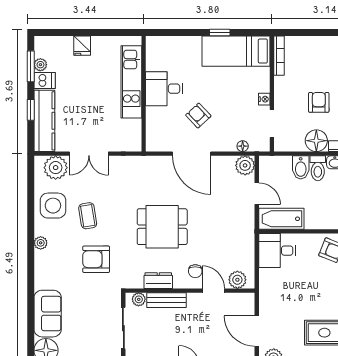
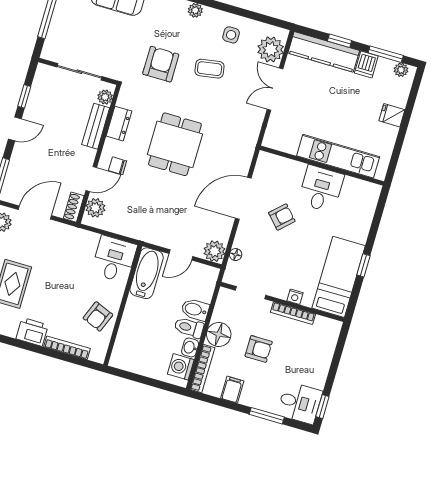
bookcase: (279, 56) -> (293, 313), moved
plant: (40, 65) -> (401, 70), moved
nightstand: (264, 99) -> (295, 297), moved
side table: (53, 206) -> (231, 35), width x0.54, depth x0.54
shoe rack: (242, 299) -> (74, 207), added

